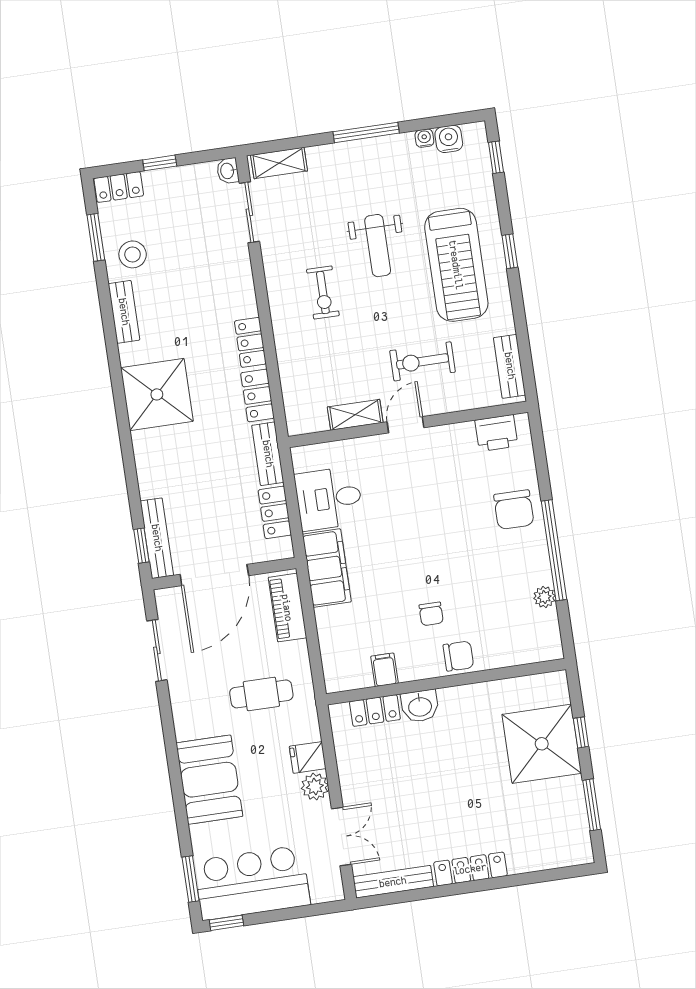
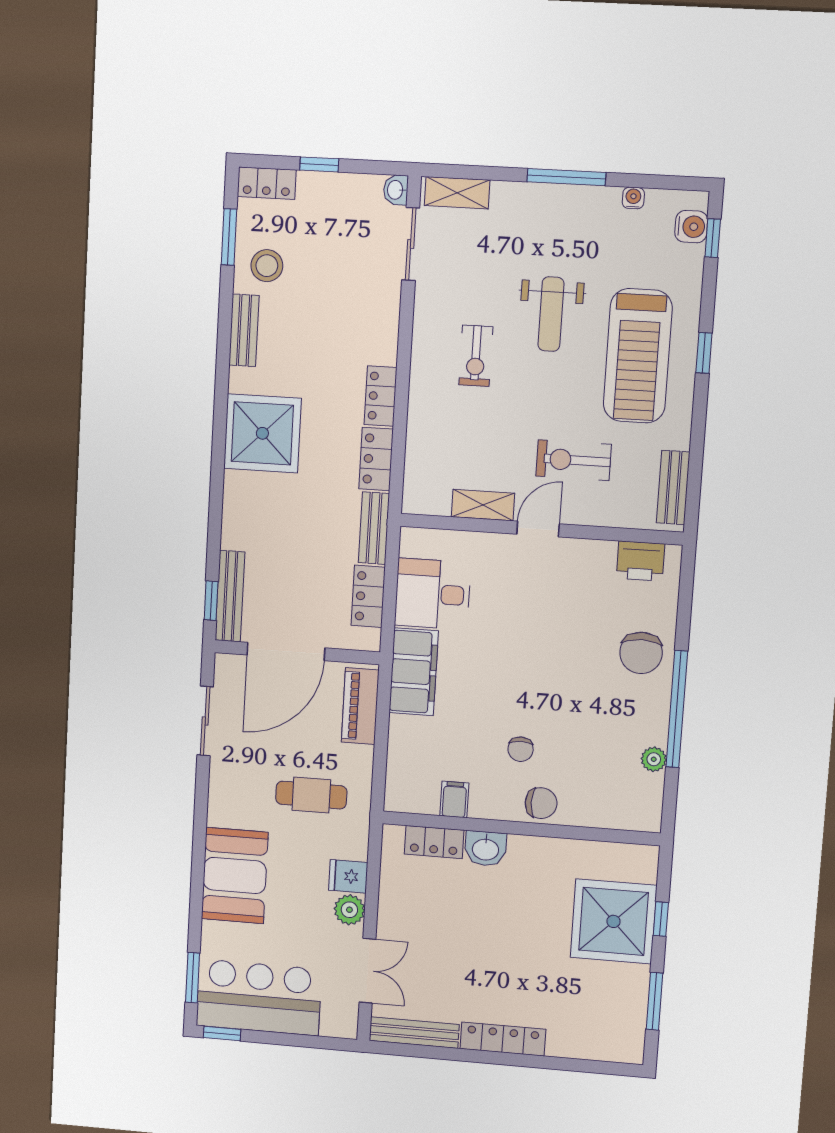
water cooler: (449, 139) -> (691, 227), moved, turned 90

